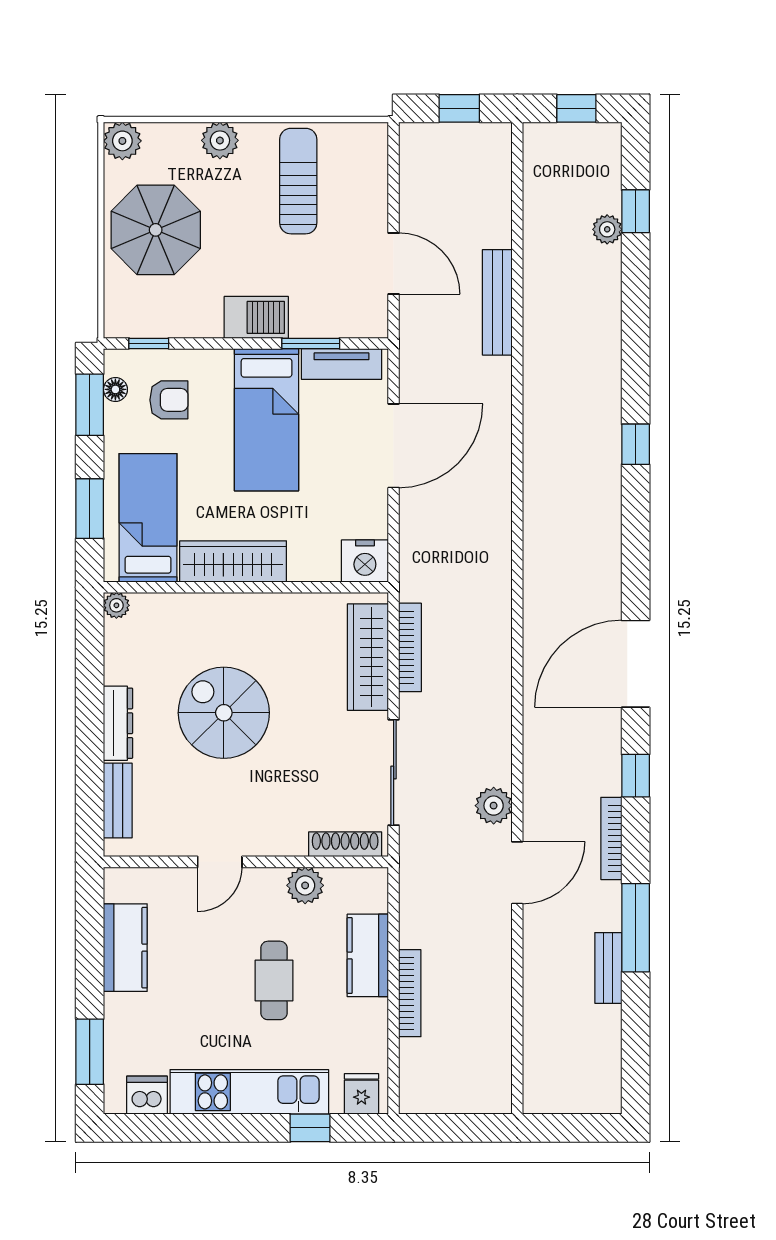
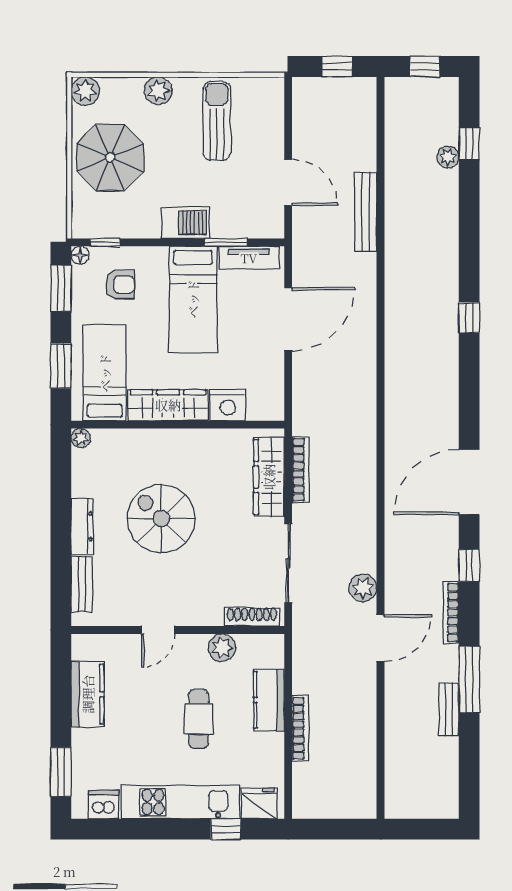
floor lamp: (115, 389) -> (80, 255), moved
nightstand: (365, 561) -> (228, 405), moved
fridge: (361, 1094) -> (259, 804), width x1.38

